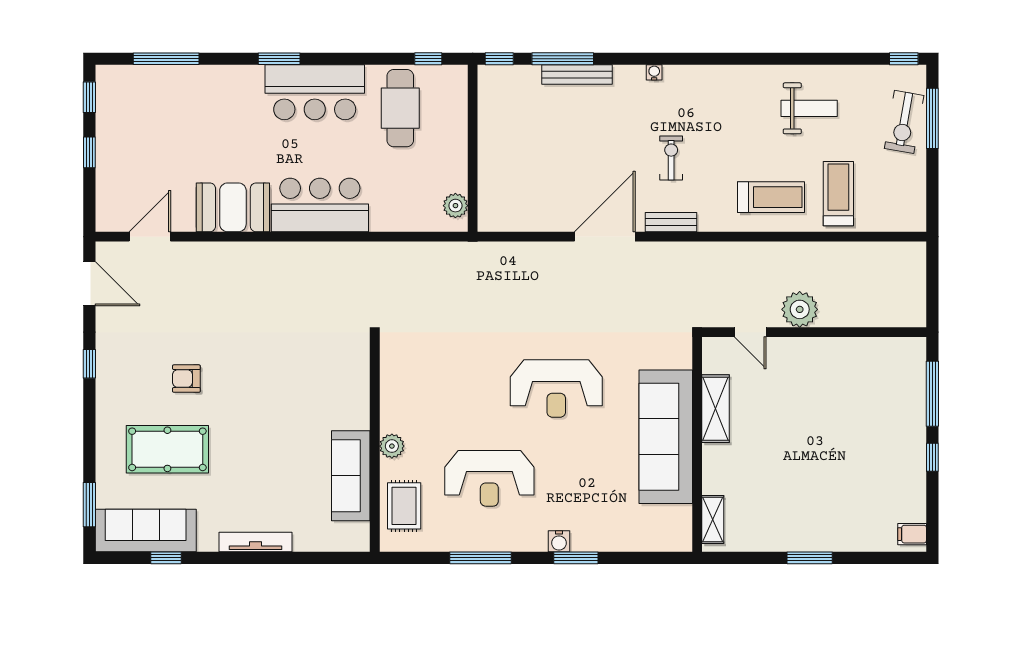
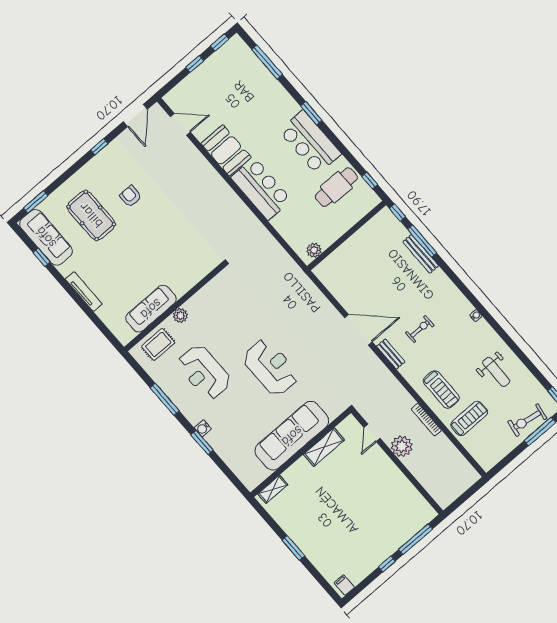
water cooler: (654, 72) -> (476, 316), moved
bookcase: (793, 249) -> (426, 420), added
reception desk: (556, 388) -> (271, 367), turned 180

